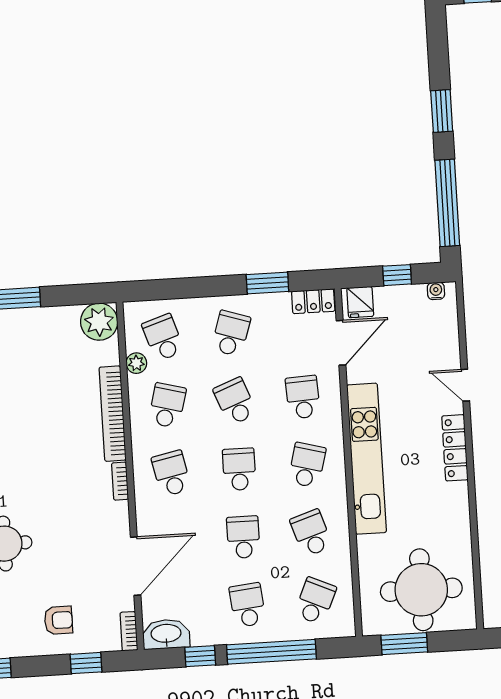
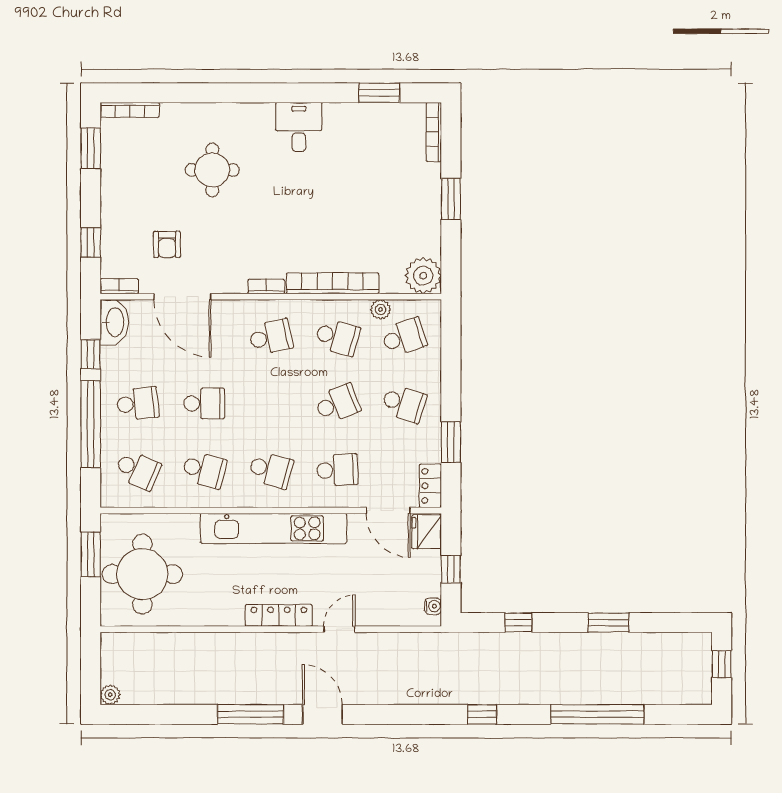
window: (447, 203) -> (518, 623), width x0.32
fridge: (360, 302) -> (427, 532), width x1.38
school desk: (239, 469) -> (271, 404), removed
school desk: (311, 533) -> (204, 470), turned 33
armchair: (58, 620) -> (167, 244), moved

